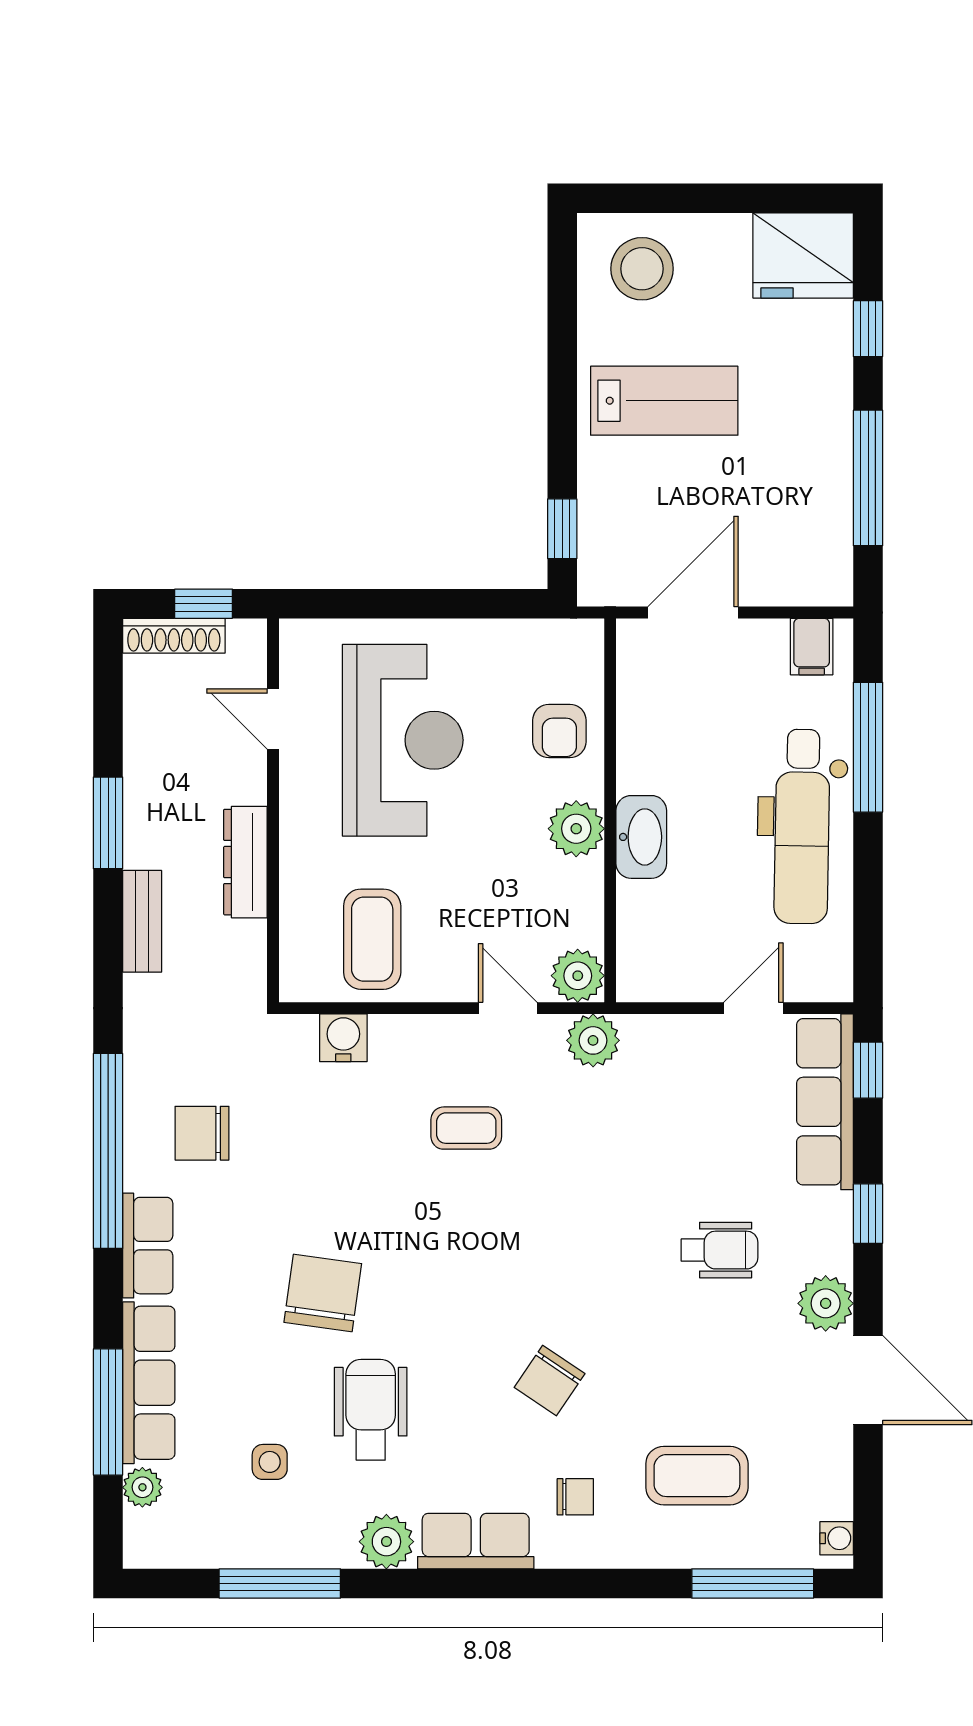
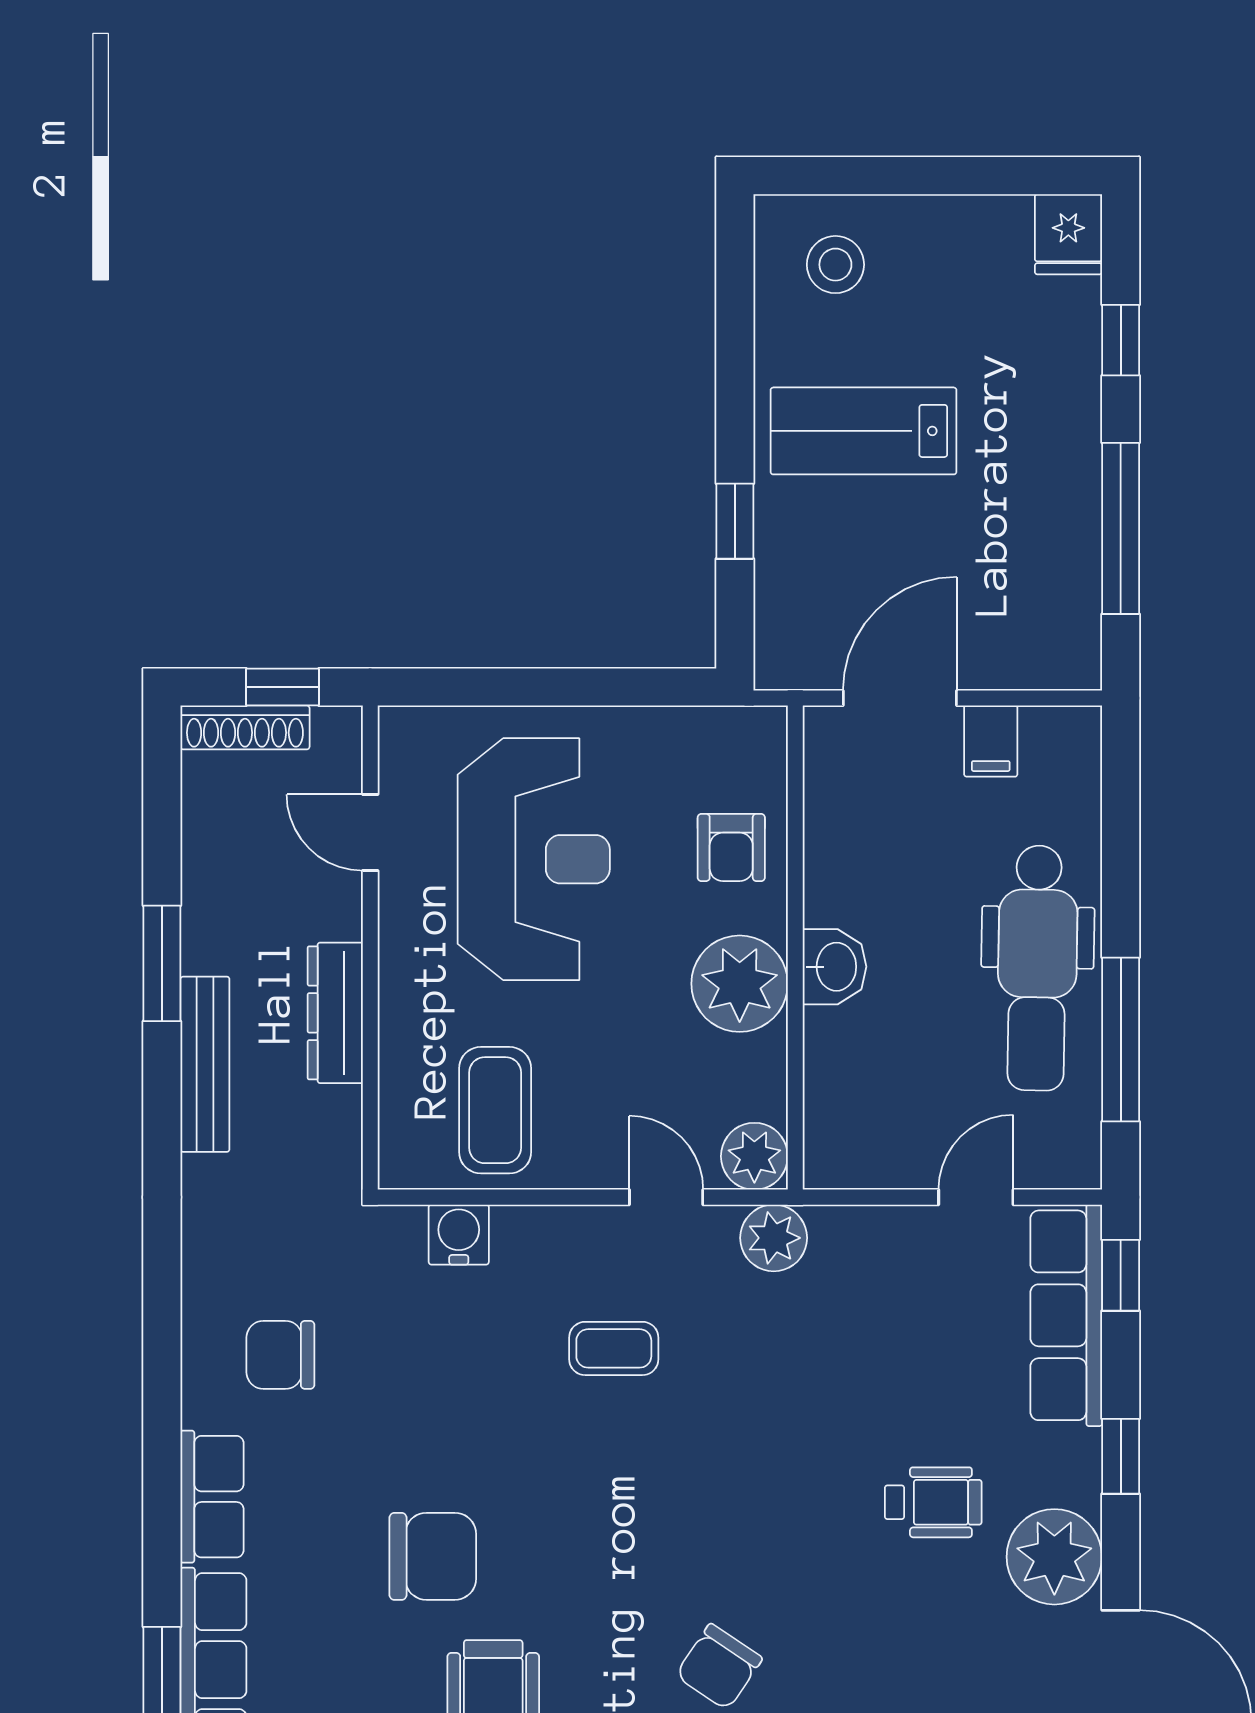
fridge: (803, 255) -> (1068, 234), width x0.53, depth x0.75
stool: (642, 269) -> (835, 265), width x0.73, depth x0.73
lab bench: (664, 401) -> (864, 431), turned 180
window: (562, 529) -> (735, 521), moved
filing cabinet: (812, 647) -> (991, 741), moved
window: (868, 747) -> (1121, 1039), moved
plant: (576, 829) -> (740, 984), width x1.36, depth x1.36
washbasin: (641, 837) -> (835, 967), width x0.72
bench: (142, 921) -> (205, 1064), width x1.36
window: (108, 1151) -> (162, 1377), removed
chair: (323, 1293) -> (433, 1556), turned 82
plant: (826, 1303) -> (1054, 1557), width x1.36, depth x1.36

